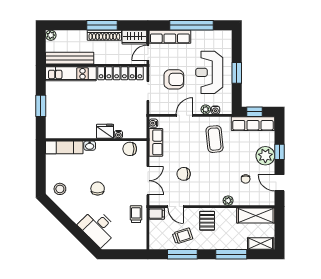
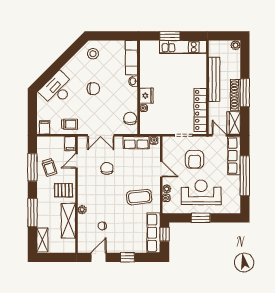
bench: (70, 58) -> (214, 79), moved
kitchen unit: (71, 74) -> (183, 47), moved, turned -90
plant: (265, 156) -> (124, 244), removed
shelving: (256, 215) -> (68, 221), moved
filing cabinet: (139, 241) -> (45, 127), added

